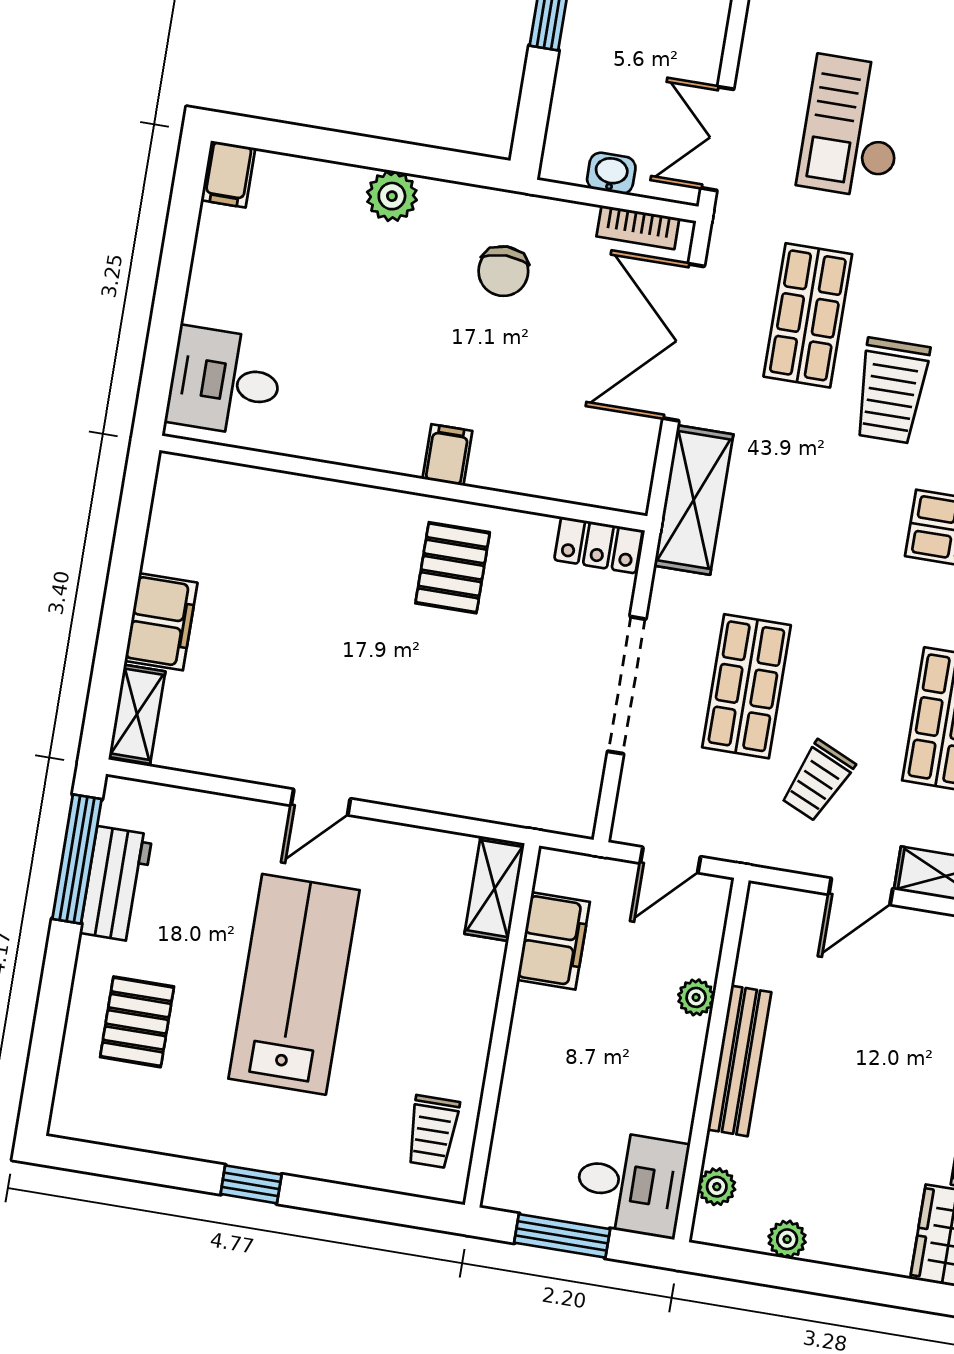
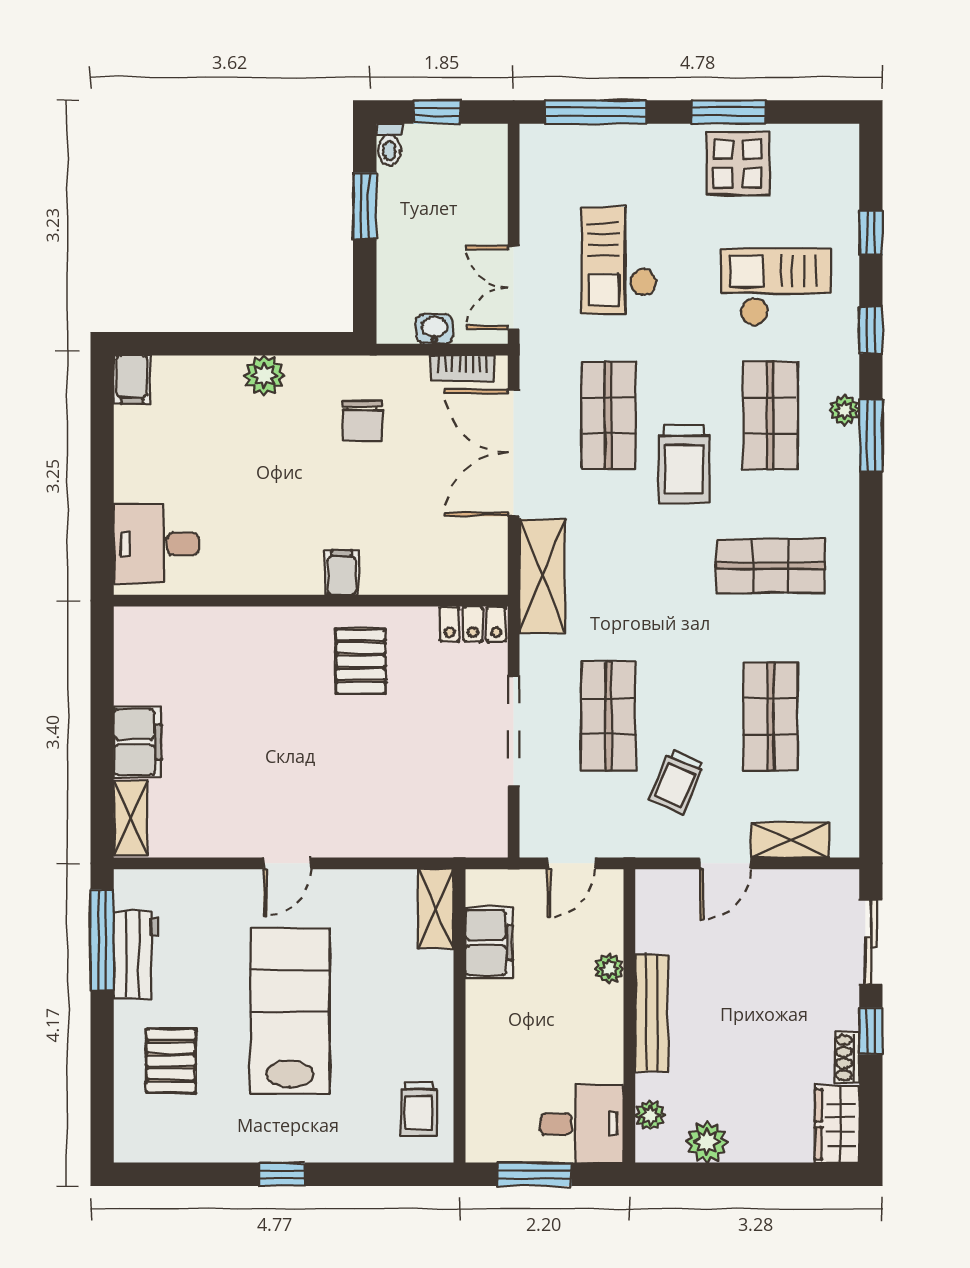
plant: (787, 1239) -> (707, 1142), width x1.38, depth x1.38

